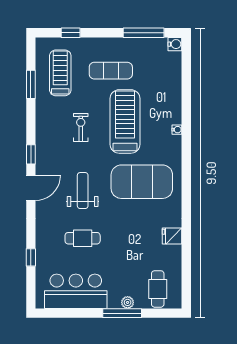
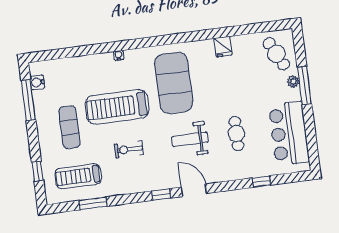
water cooler: (175, 44) -> (37, 82), moved, turned -90
cafe table: (158, 289) -> (276, 54), turned 63

